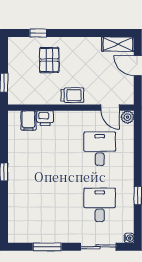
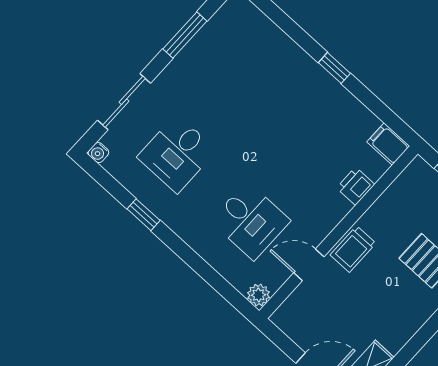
door: (110, 108) -> (309, 265), moved
filing cabinet: (28, 121) -> (388, 144), moved
desk: (100, 205) -> (177, 154), turned 90

